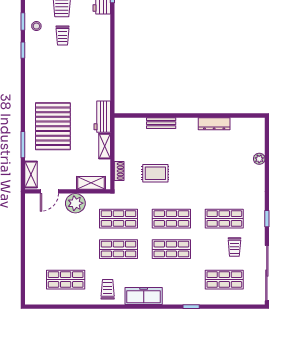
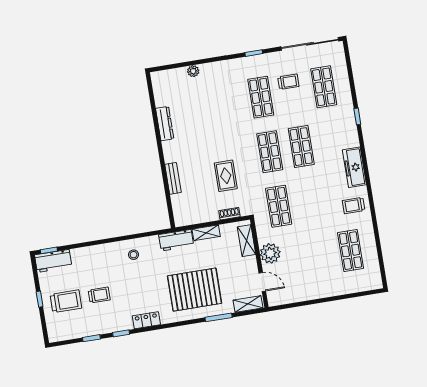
stool: (36, 26) -> (134, 255), moved
locker: (31, 76) -> (146, 320), added
shop shelf: (119, 249) -> (310, 201), removed

